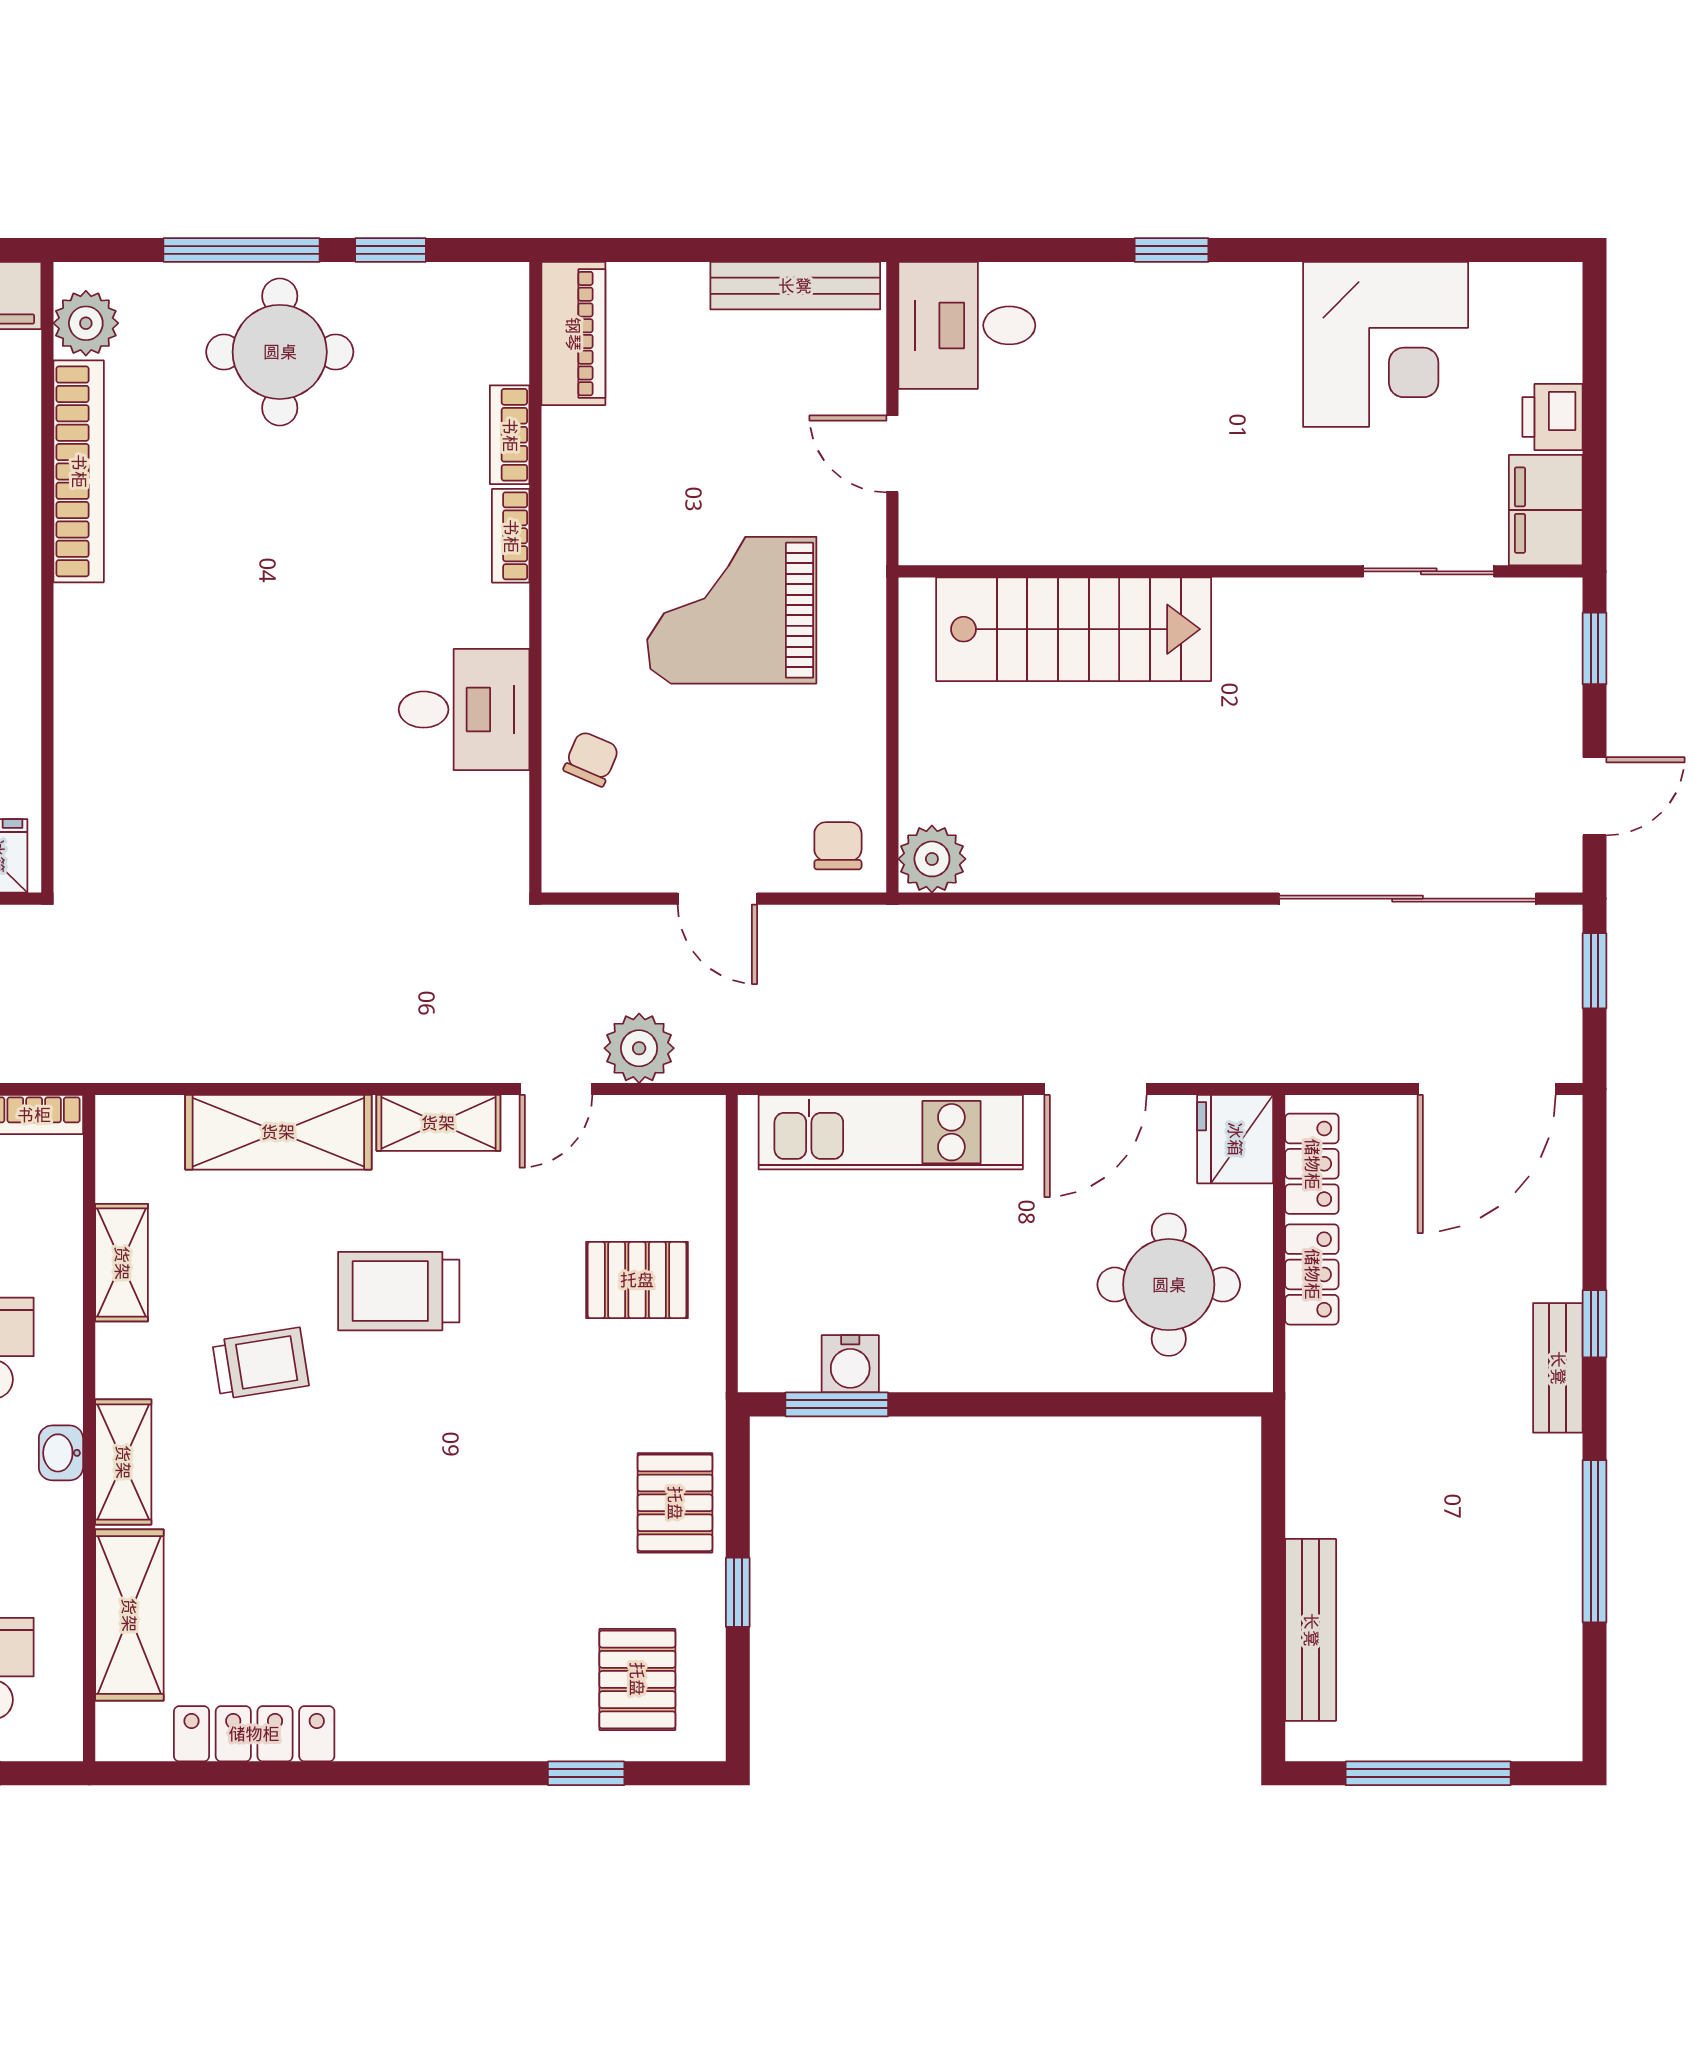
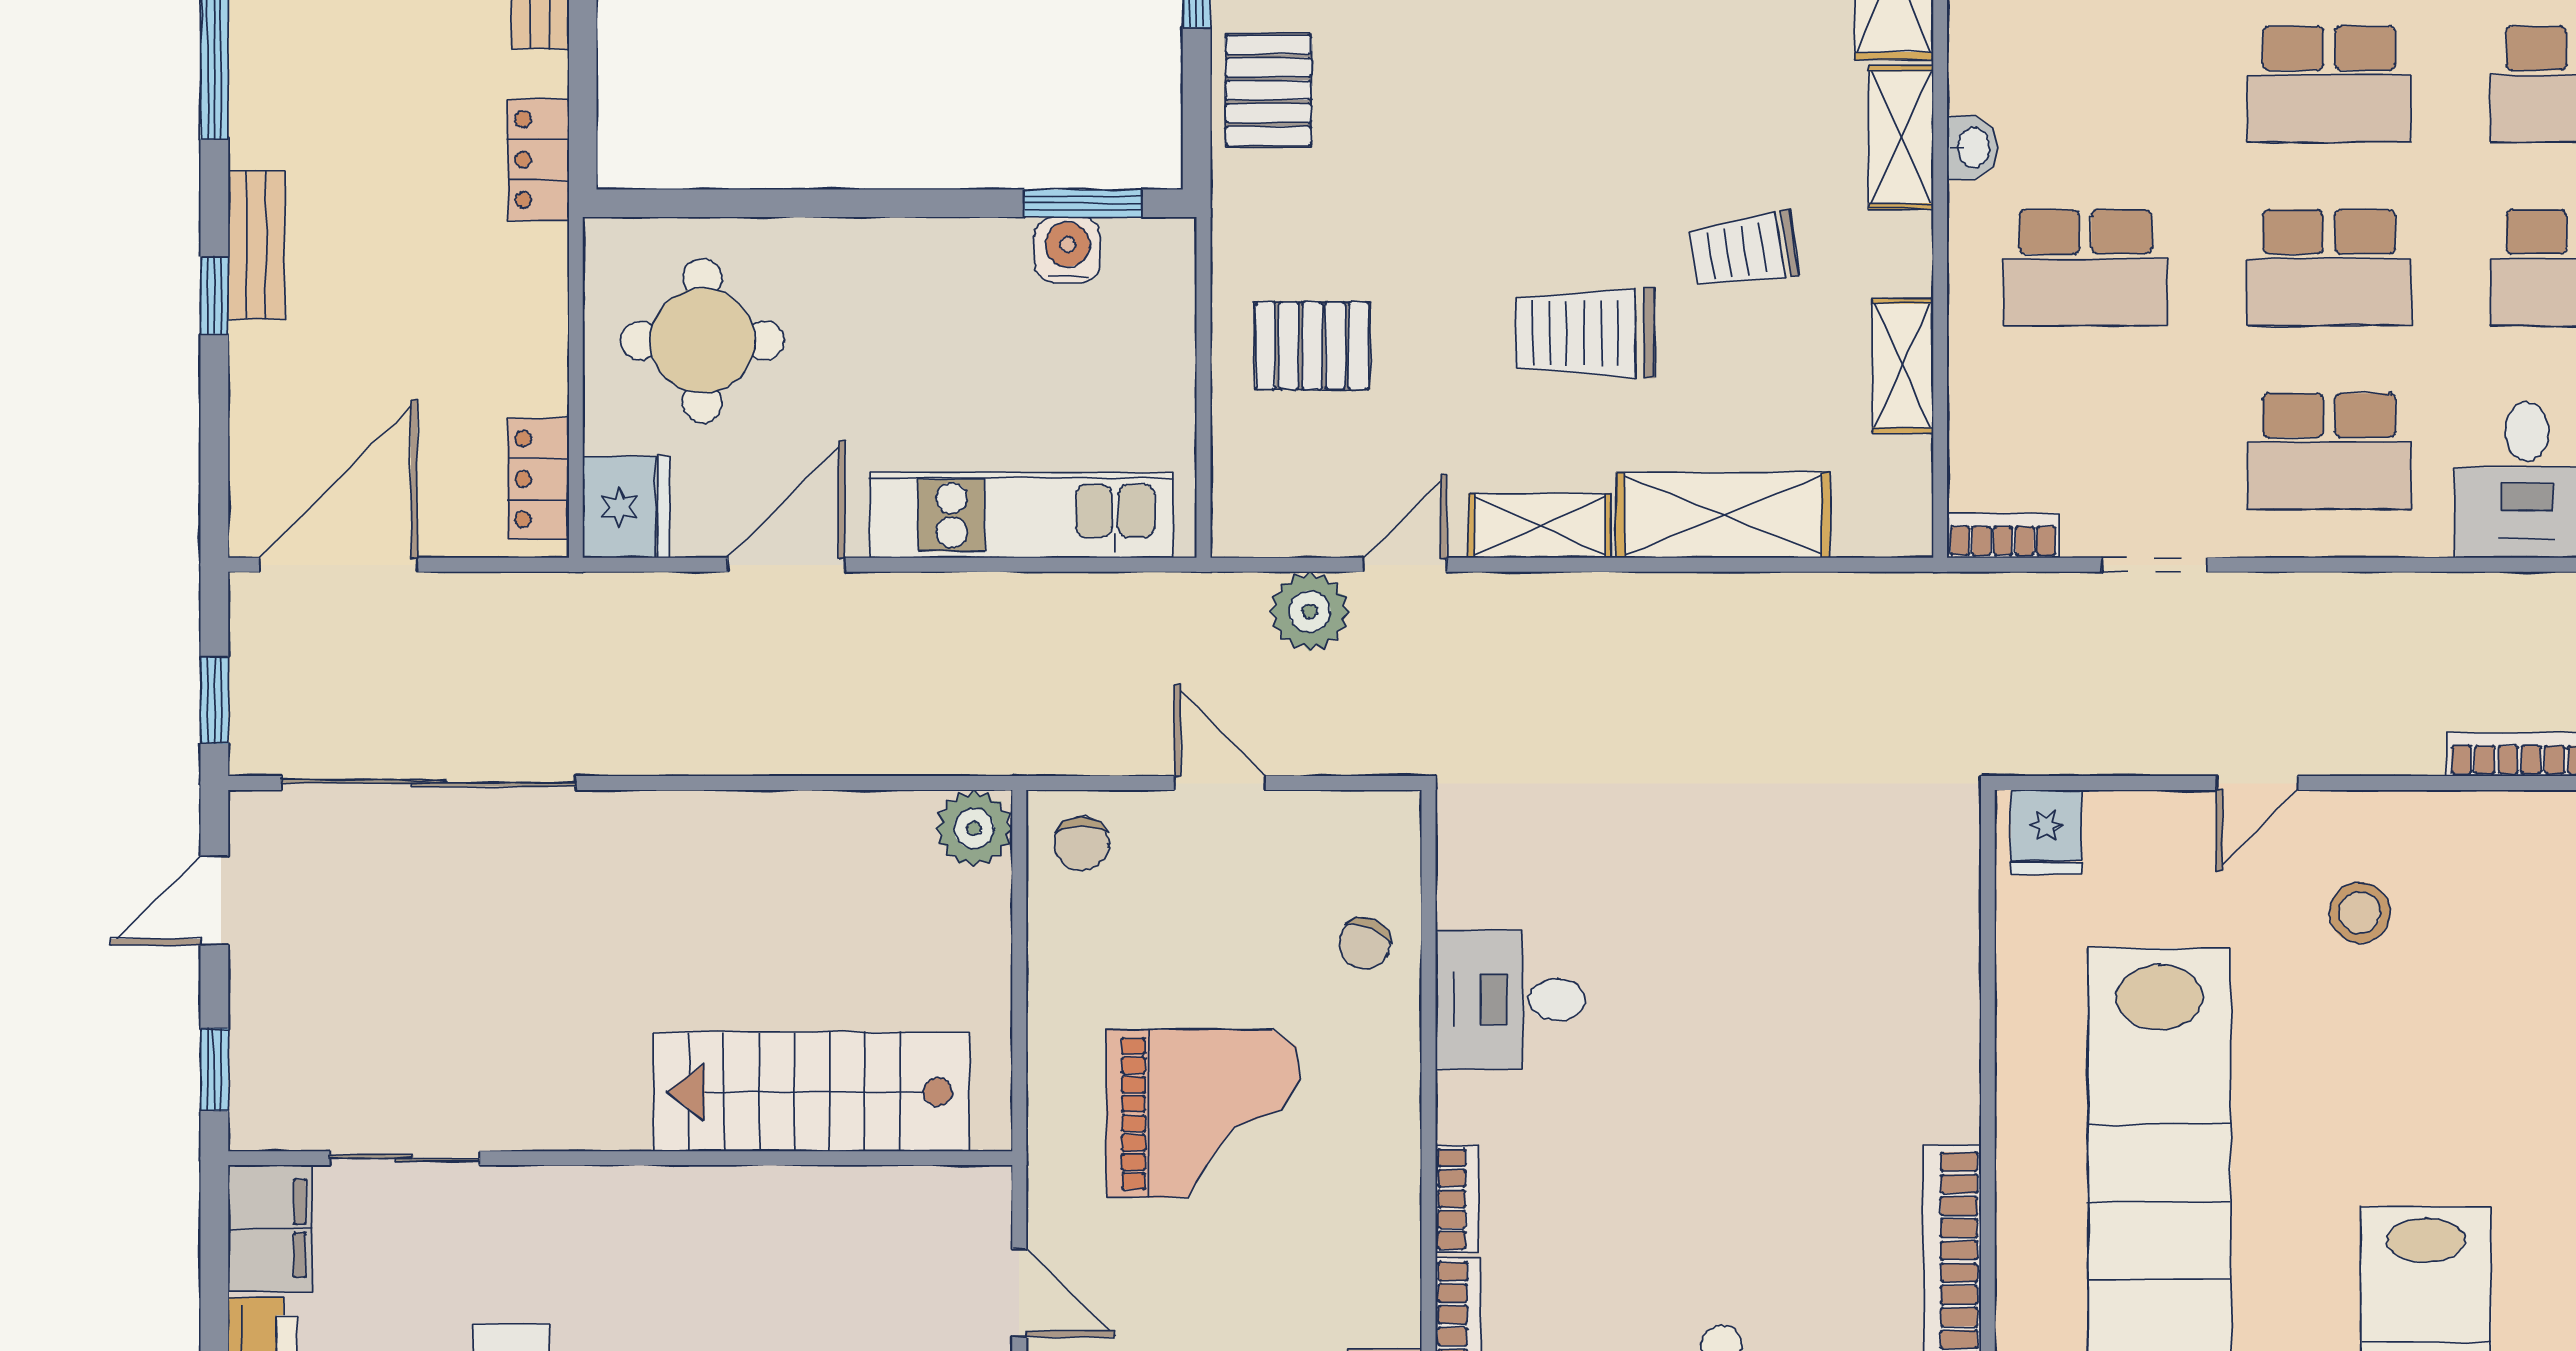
locker: (1312, 1274) -> (538, 160), moved
trolley: (399, 1291) -> (1585, 333), turned 180

